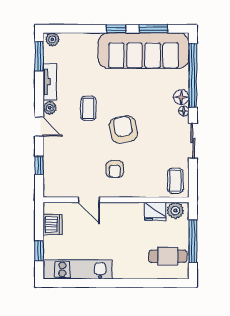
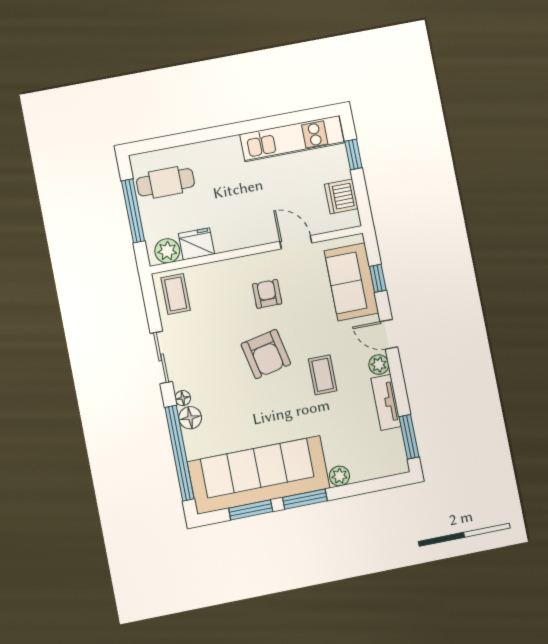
window: (116, 29) -> (305, 499), width x1.50
plant: (52, 39) -> (339, 476), moved
sofa: (57, 166) -> (351, 282), added

